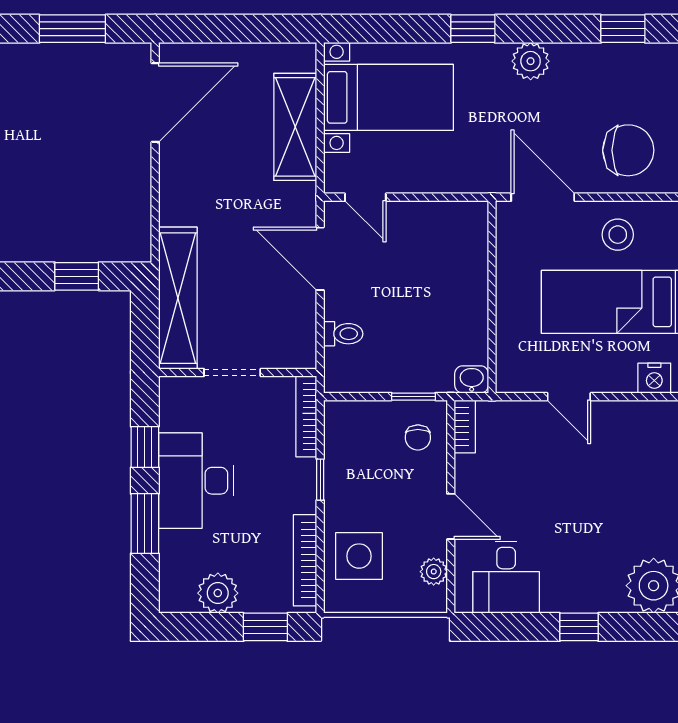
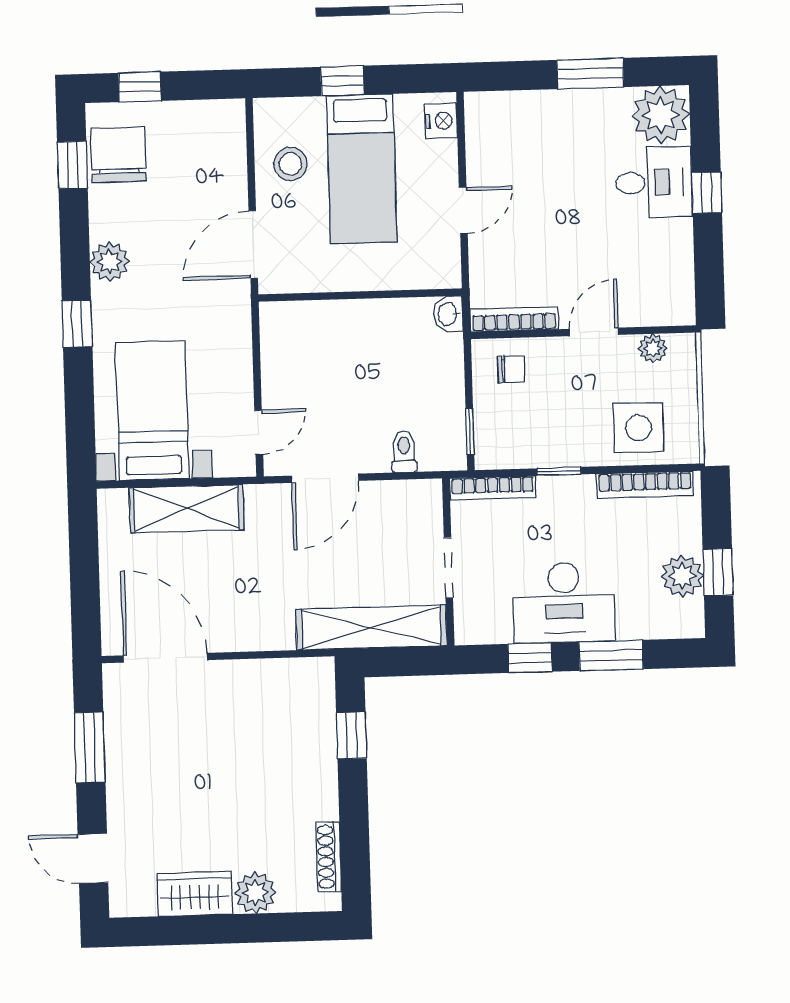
chair: (628, 150) -> (119, 155), moved
window: (413, 397) -> (470, 431), moved
bookcase: (465, 426) -> (514, 319), width x1.56
desk: (506, 577) -> (654, 182), moved
window: (265, 627) -> (718, 572), moved

